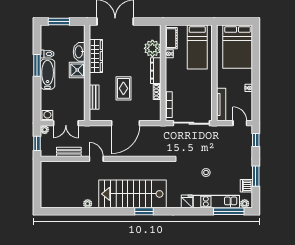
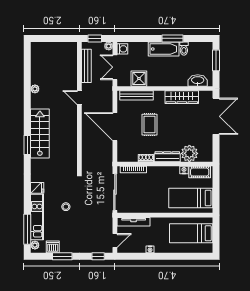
bed: (238, 47) -> (191, 233), width x0.67
washbasin: (79, 52) -> (198, 80), moved
shower: (77, 70) -> (139, 79), moved
rug: (123, 88) -> (150, 125), turned 90
bench: (94, 97) -> (136, 95), width x1.36
bench: (69, 152) -> (86, 66), width x1.36
door: (96, 159) -> (79, 98), swing flipped
stairs: (132, 194) -> (40, 134), width x0.73, depth x0.66

